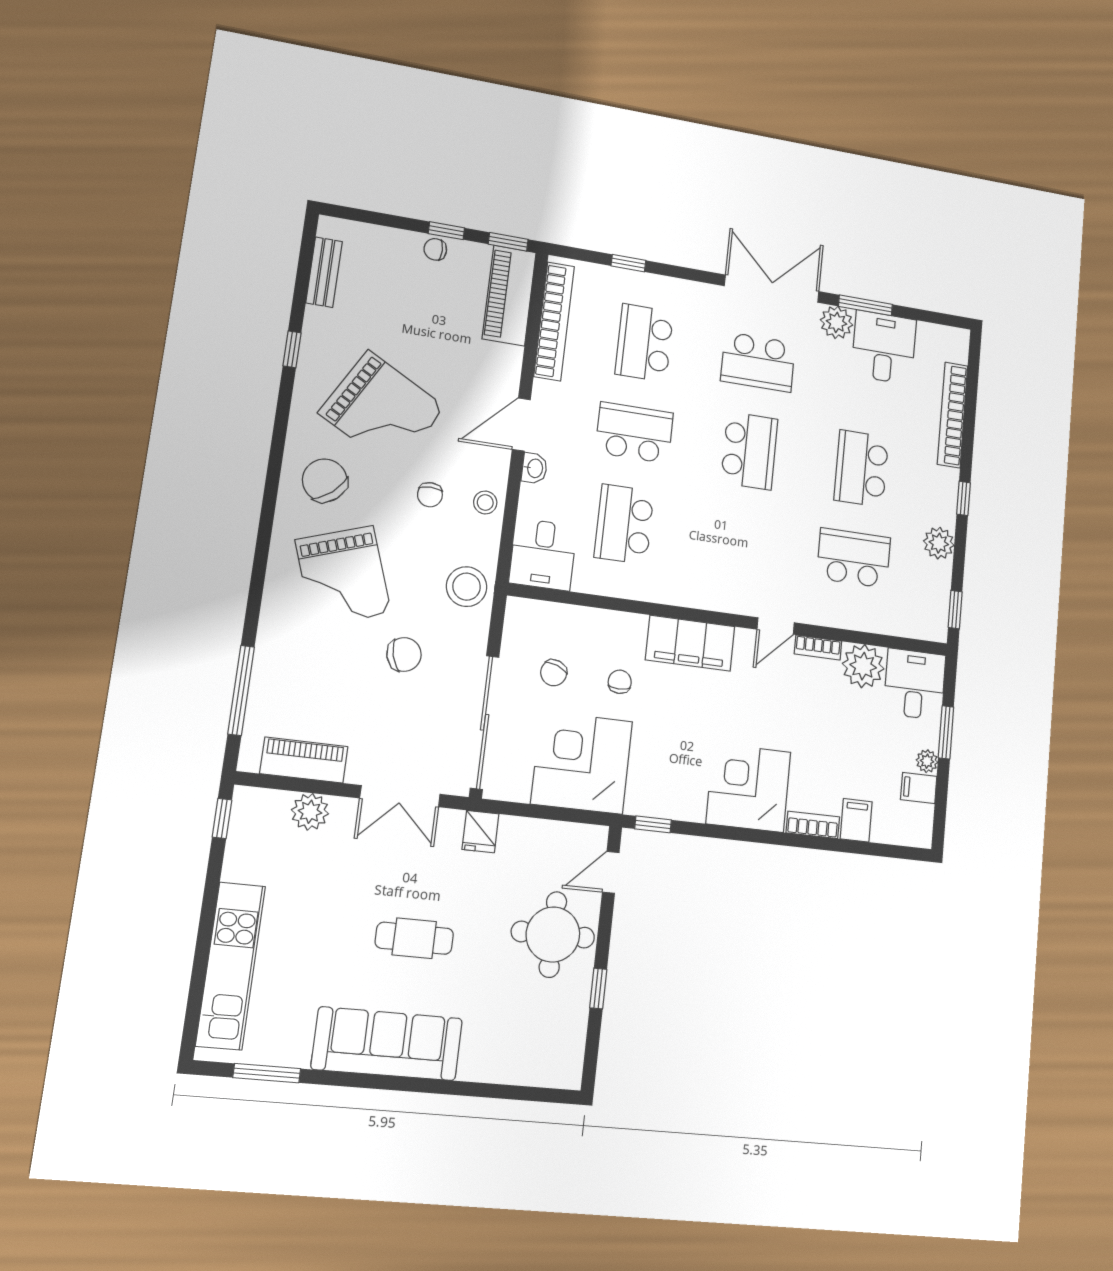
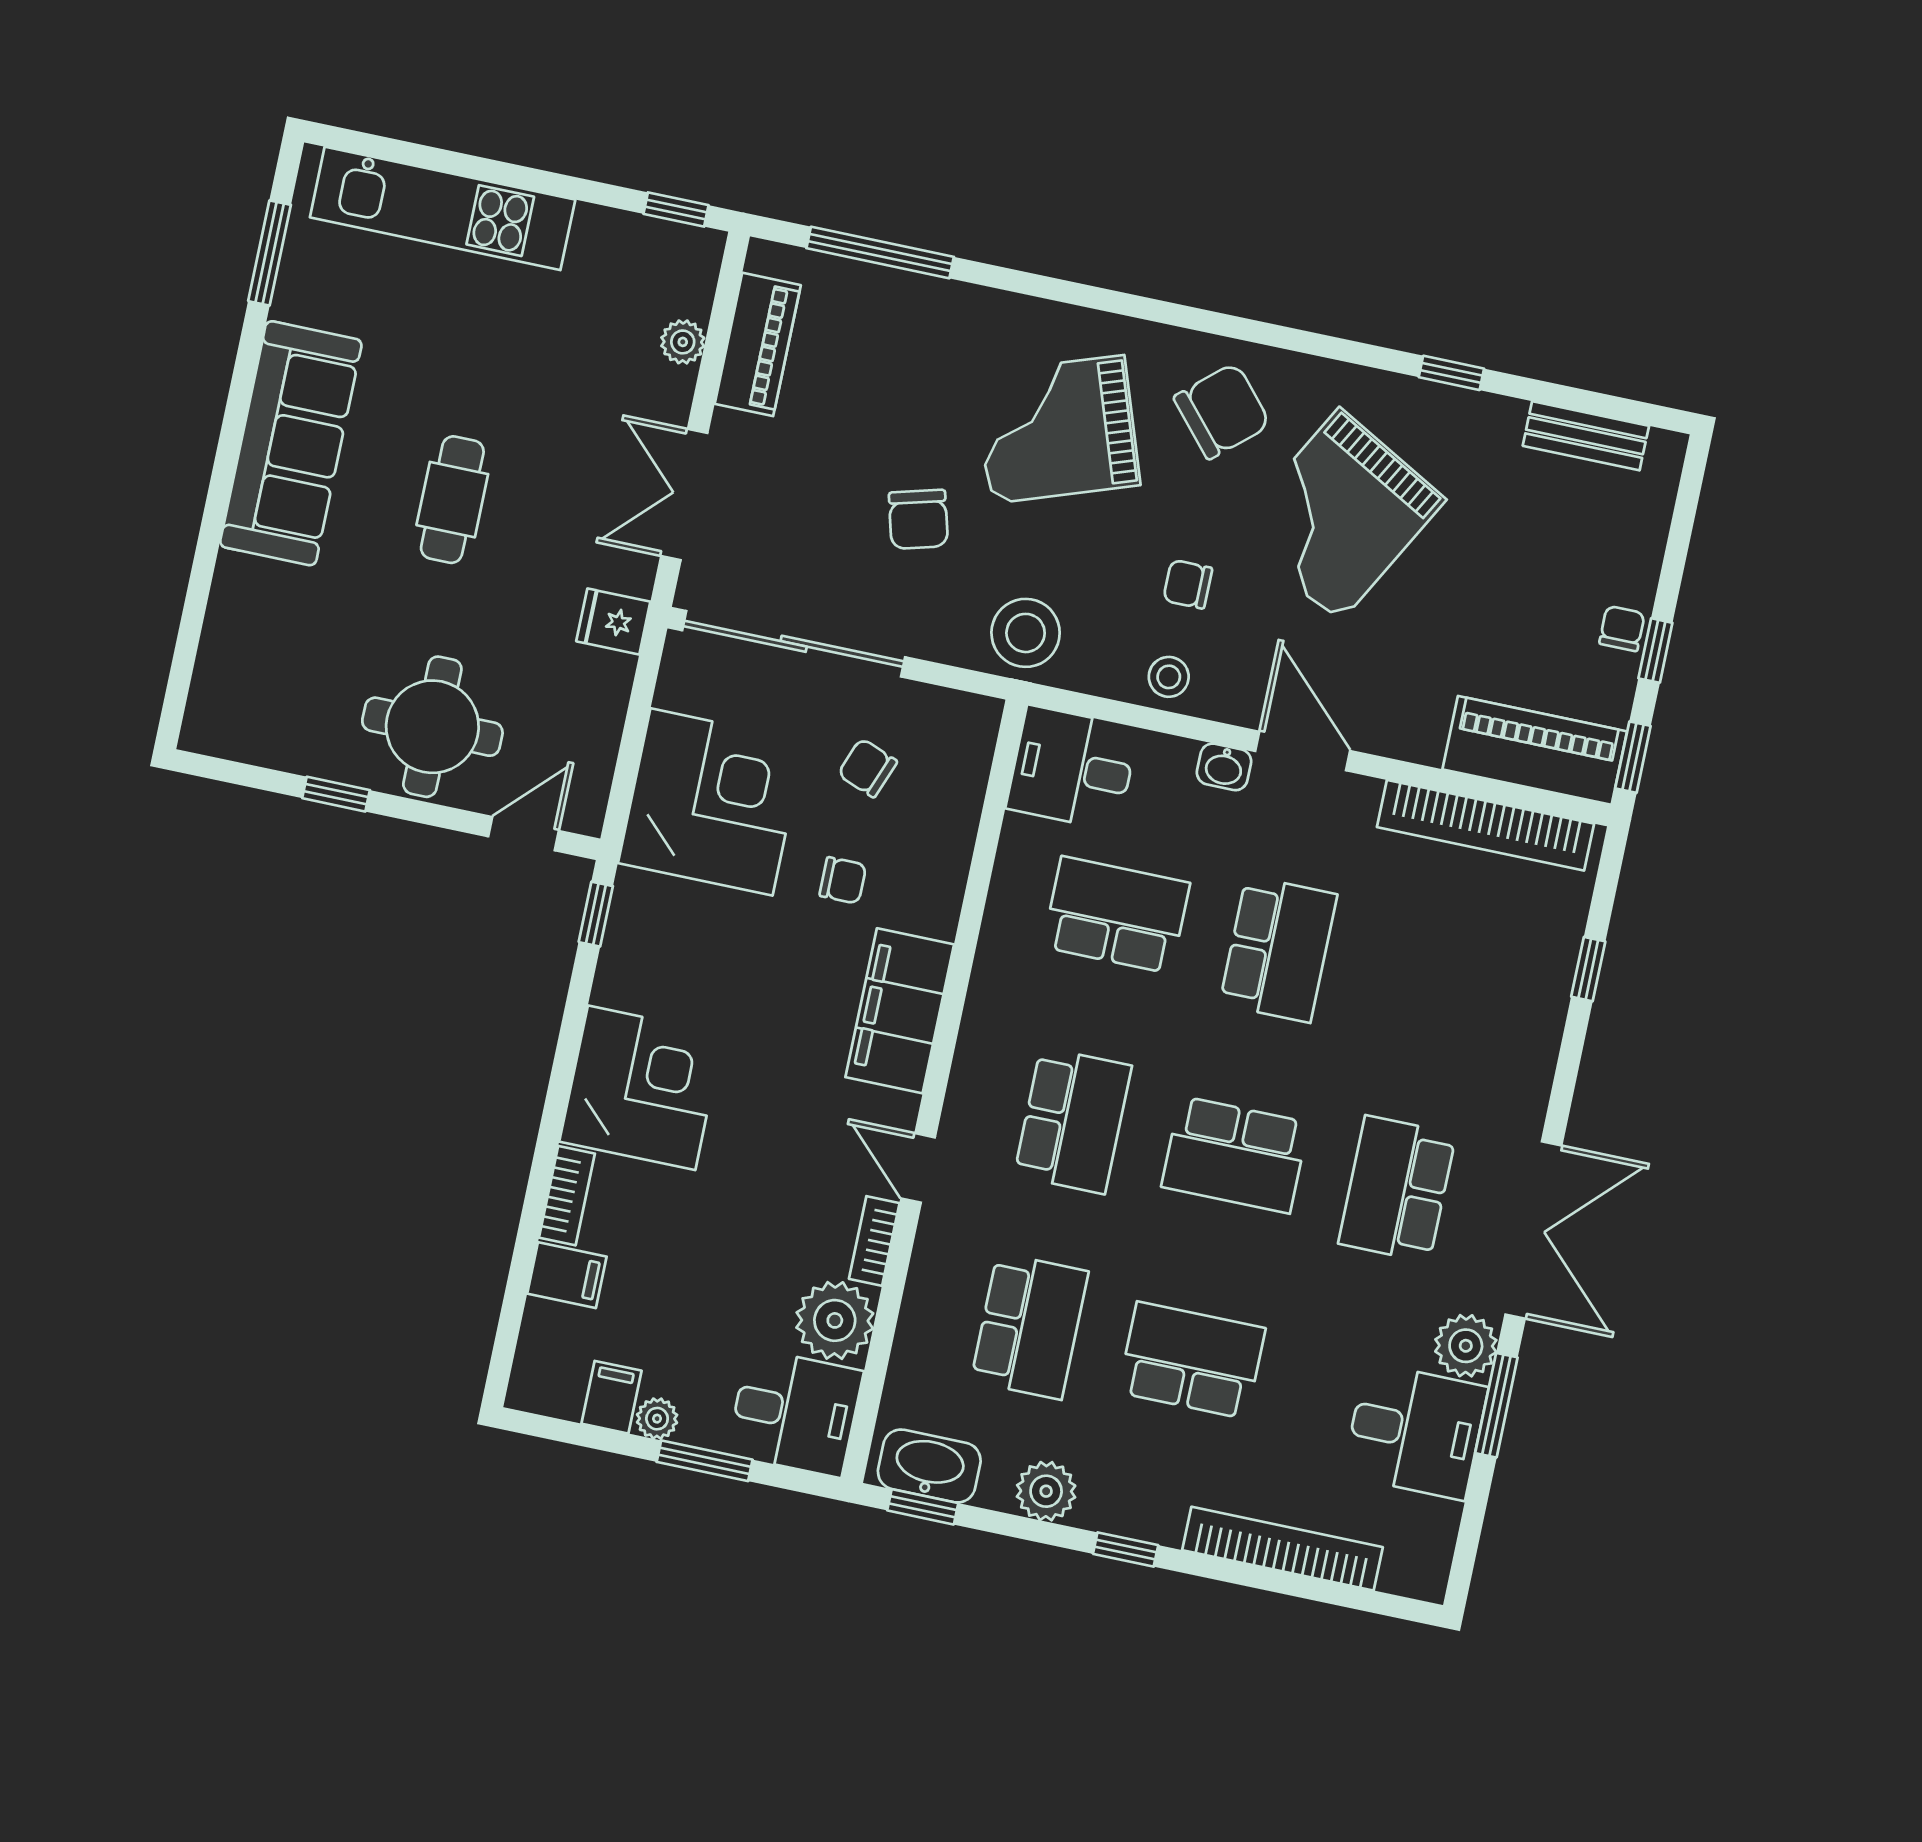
school desk: (644, 343) -> (1073, 1121), moved, turned 90
washbasin: (934, 608) -> (929, 1466), added
plant: (310, 812) -> (683, 342), width x0.73, depth x0.73
door: (611, 872) -> (524, 834), hinge flipped

